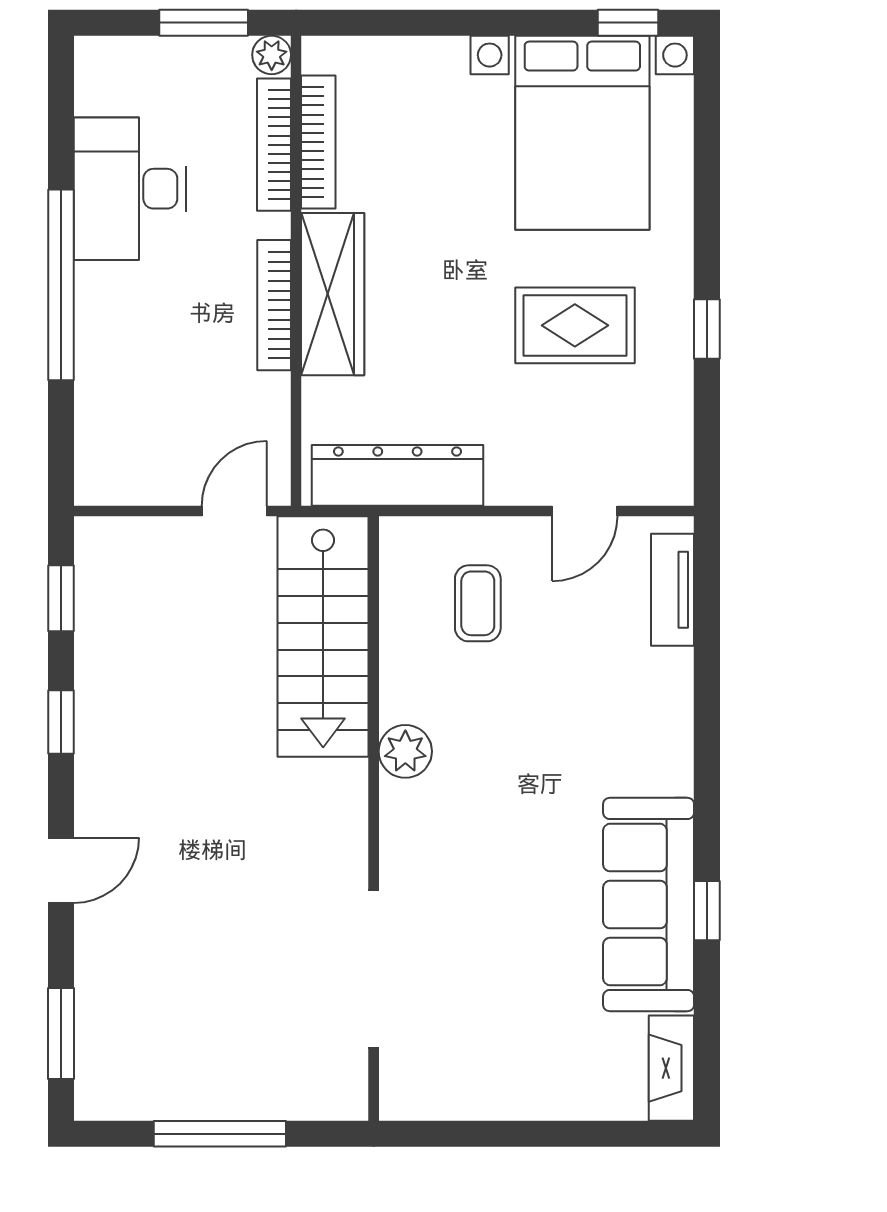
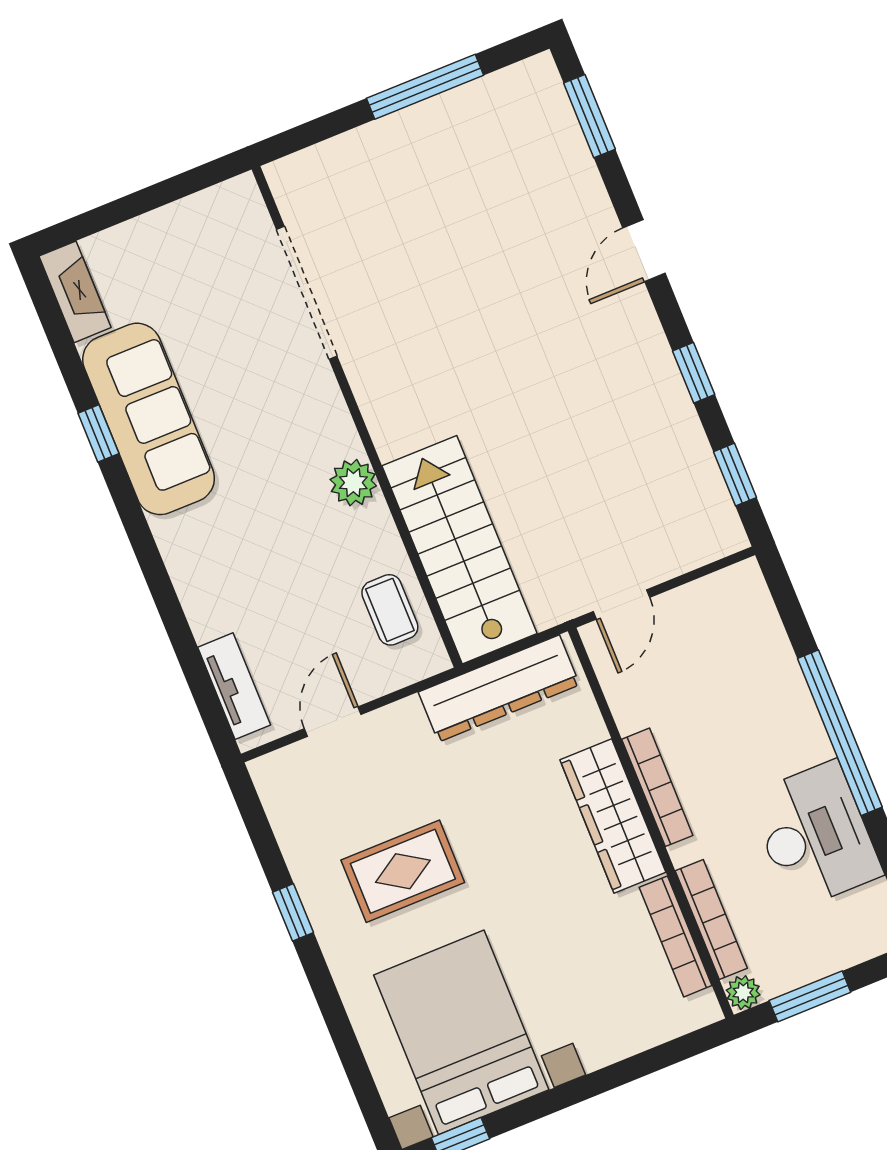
stairs: (323, 637) -> (459, 550), moved
plant: (405, 751) -> (353, 483), moved
wall: (374, 818) -> (357, 417), moved
doorway: (374, 969) -> (307, 293), moved

